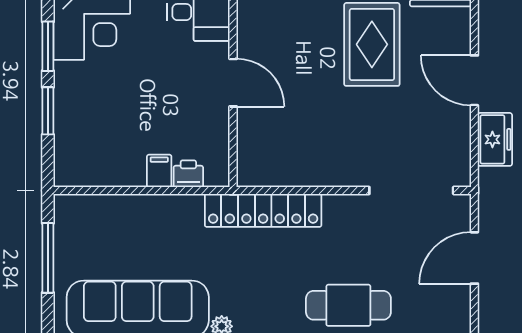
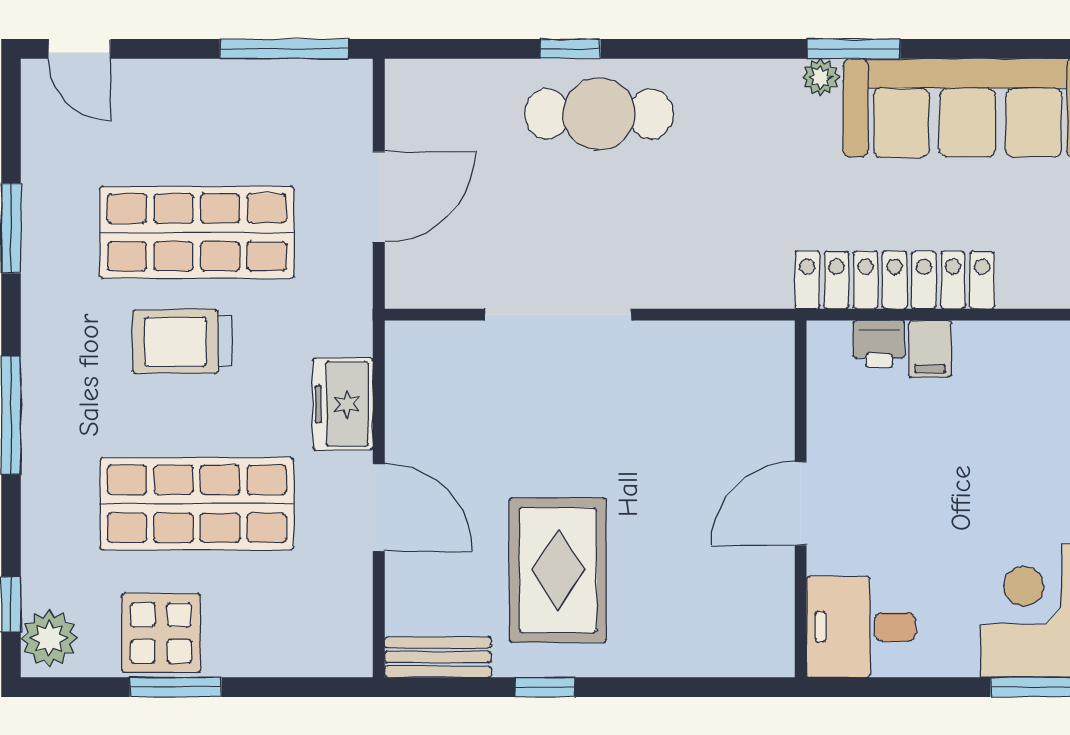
door: (233, 83) -> (801, 503), hinge flipped
doorway: (411, 191) -> (558, 315), moved
locker: (263, 210) -> (895, 280), moved

